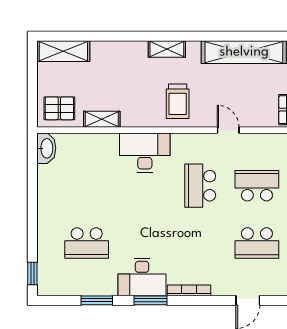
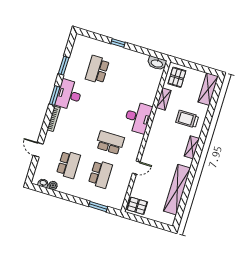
trolley: (178, 101) -> (187, 119), moved
school desk: (257, 243) -> (68, 165), turned 180
window: (32, 273) -> (118, 43), moved

